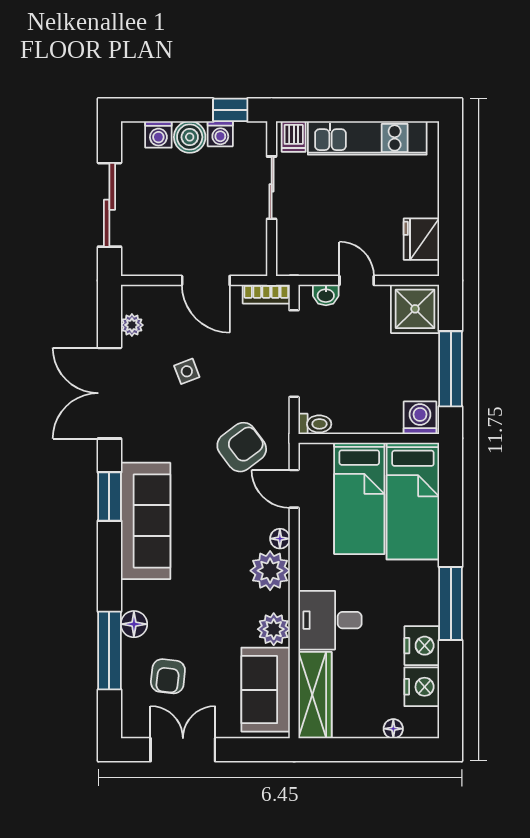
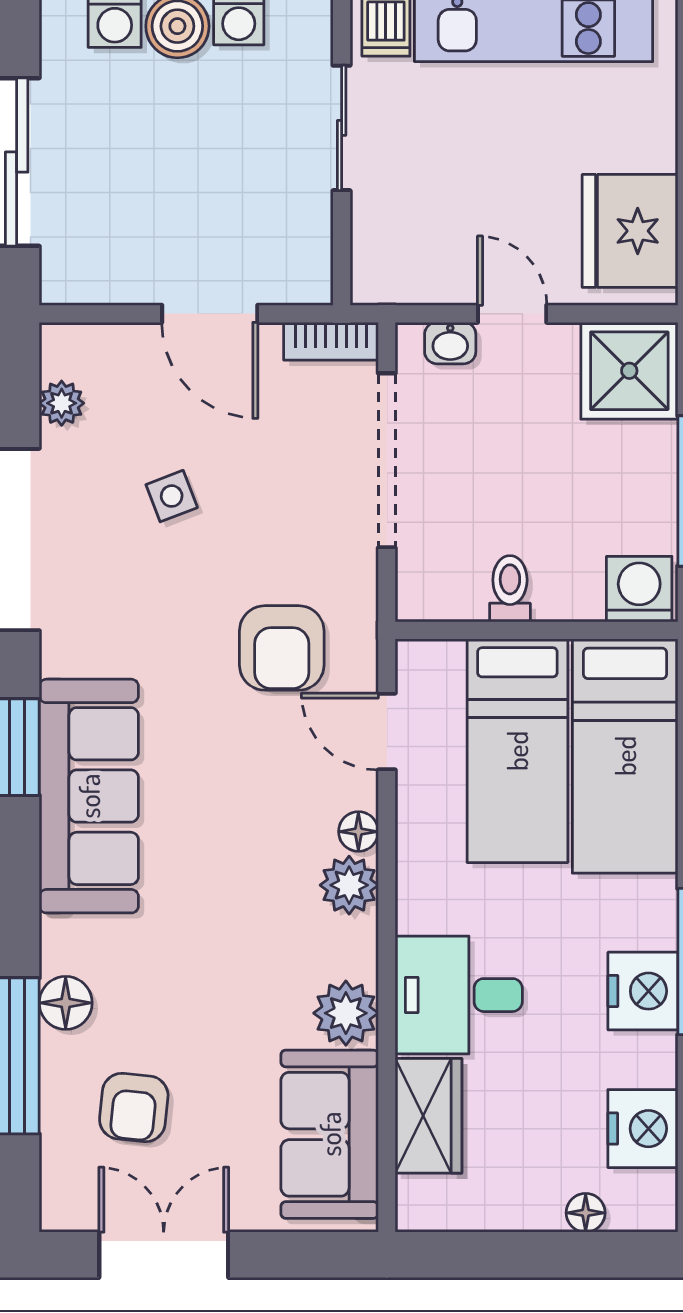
fridge: (421, 239) -> (630, 231), width x1.36, depth x1.34
toilet: (315, 424) -> (510, 589), moved, turned -90
armchair: (242, 447) -> (282, 648), turned 127
plant: (270, 571) -> (349, 885), width x0.73, depth x0.73
nightstand: (422, 646) -> (643, 991), moved
wardrobe: (315, 695) -> (429, 1116), width x0.67

